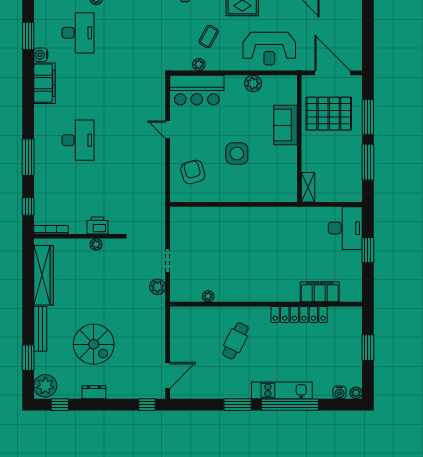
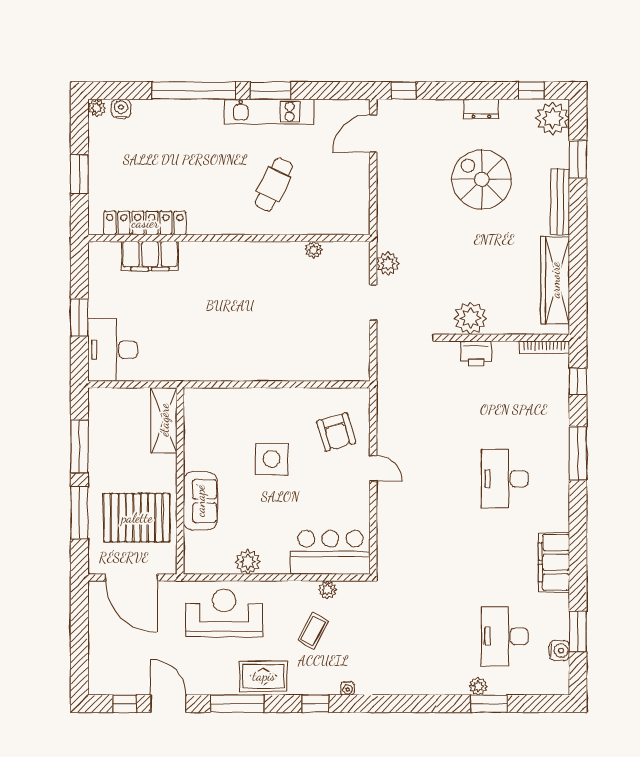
water cooler: (41, 55) -> (559, 651), moved
door: (168, 130) -> (373, 468), moved
shelving: (308, 187) -> (164, 420), width x1.50, depth x1.33
plant: (96, 244) -> (471, 318), width x1.88, depth x1.88
locker: (299, 314) -> (145, 223), moved
kitchen unit: (282, 390) -> (269, 112), moved

